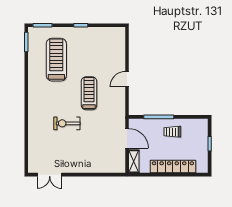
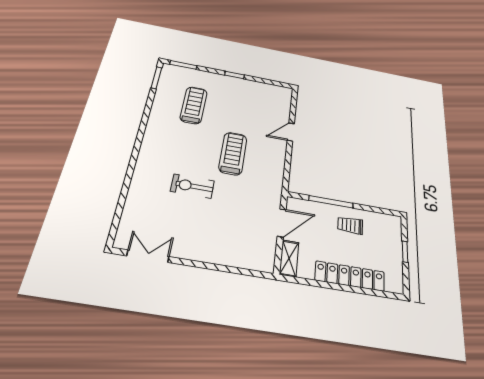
treadmill: (56, 60) -> (194, 105), width x0.73, depth x0.73
door: (127, 79) -> (291, 132), moved
door: (127, 138) -> (282, 223), hinge flipped
double door: (50, 175) -> (148, 256), swing flipped

